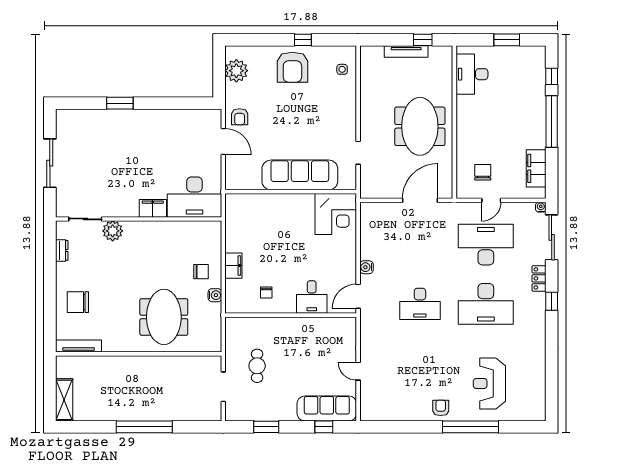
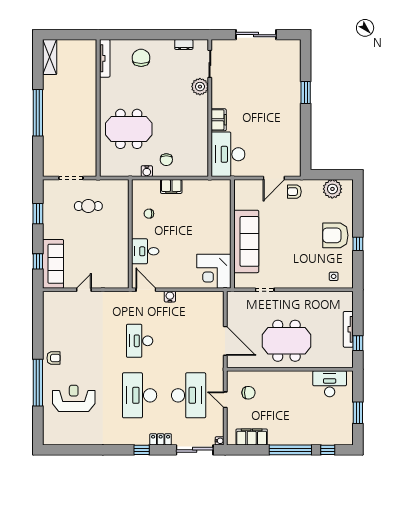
shelving: (64, 400) -> (50, 57), moved, turned 90

